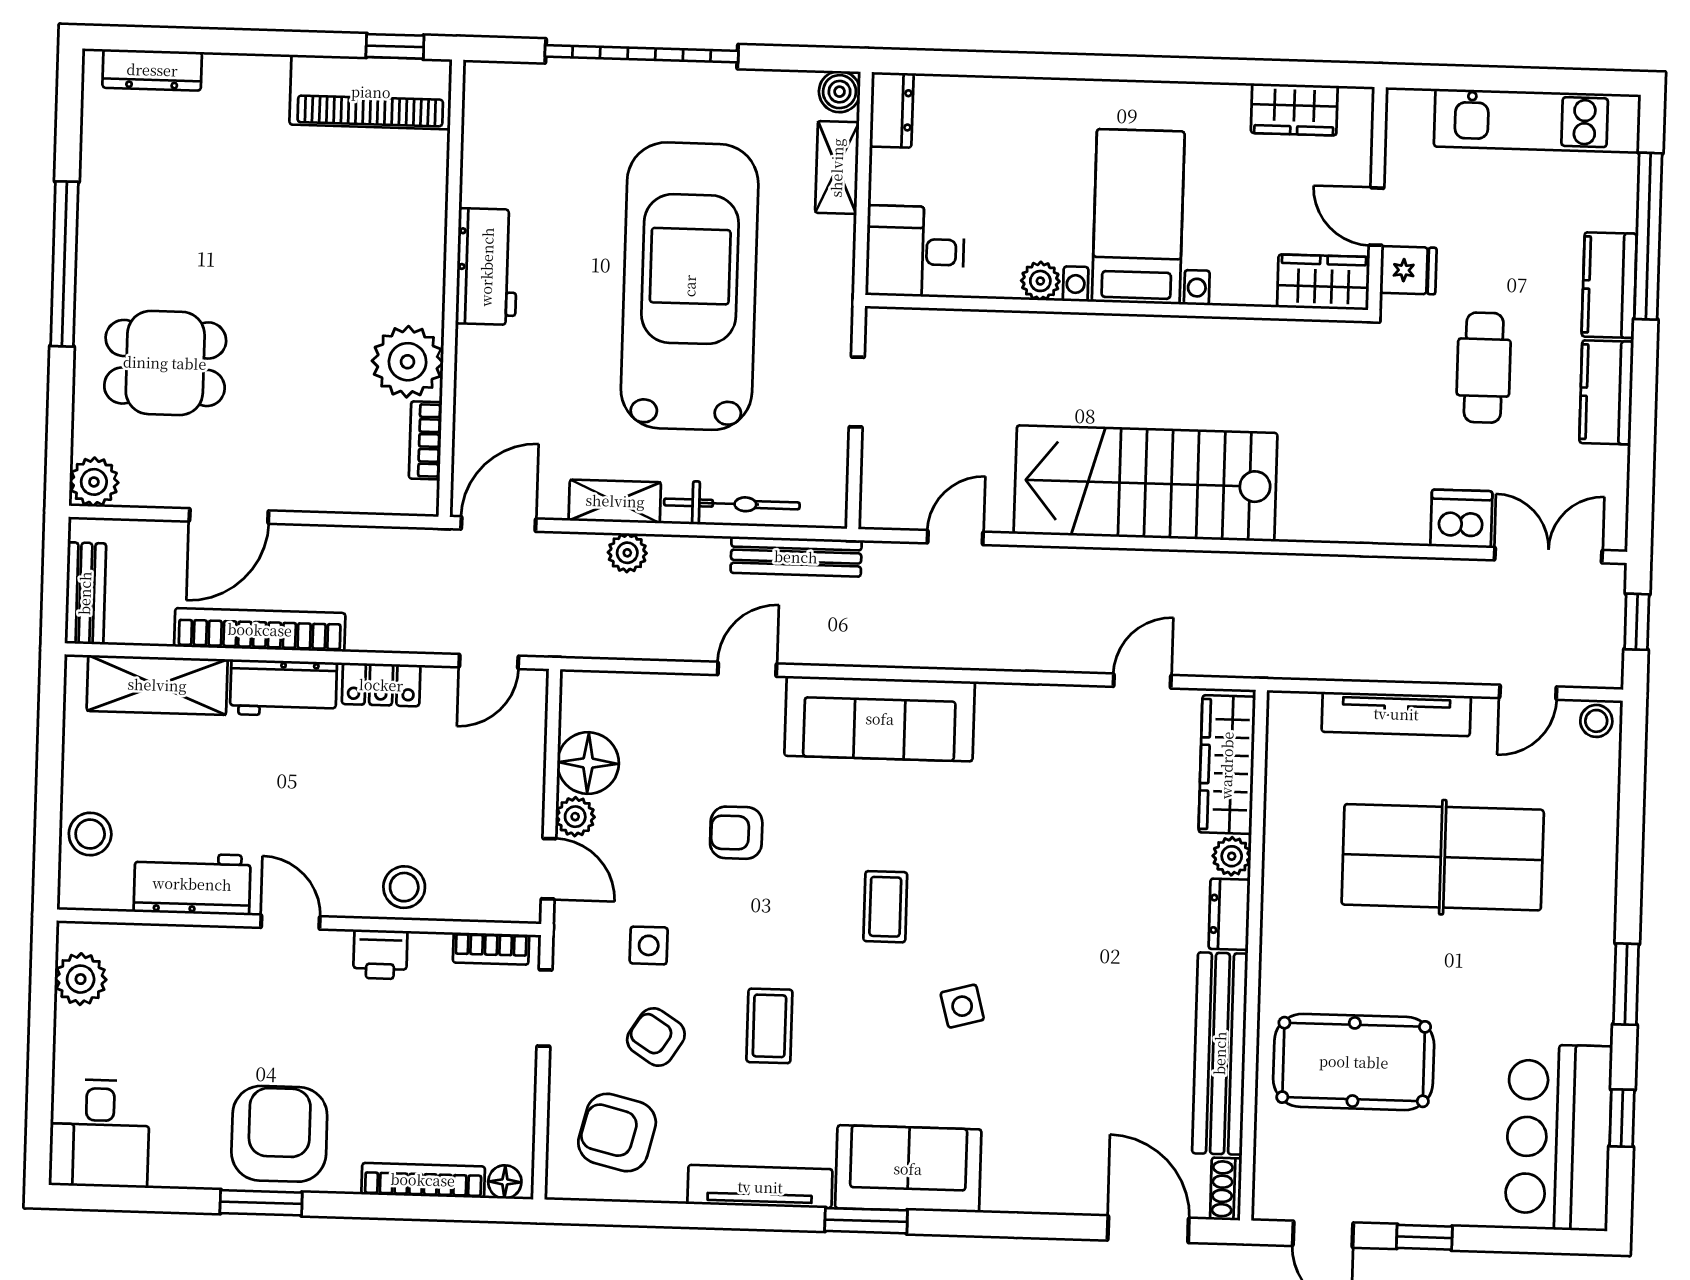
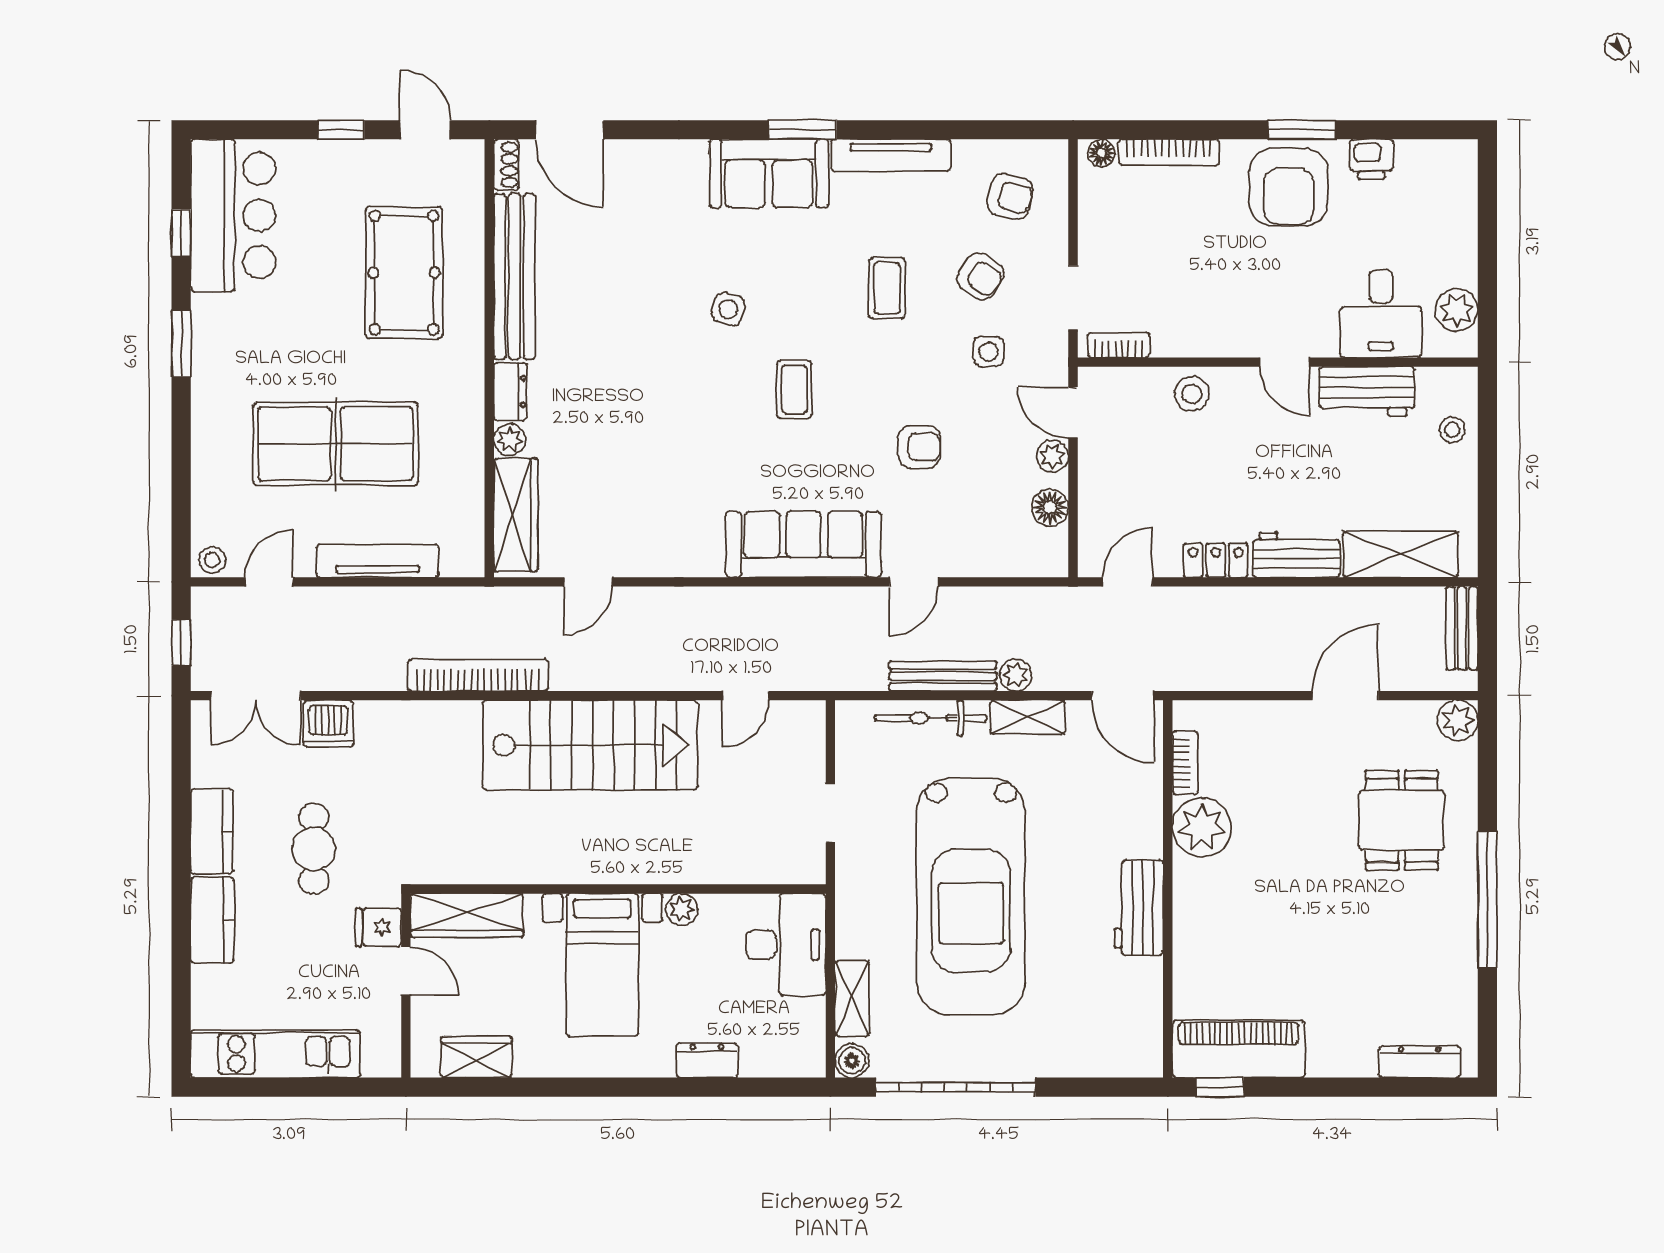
garage door: (642, 54) -> (956, 1087), moved
dresser: (892, 110) -> (707, 1060), moved, turned 90
window: (1648, 236) -> (181, 961), removed
desk: (915, 251) -> (786, 945), width x1.37
wardrobe: (1323, 282) -> (467, 915), width x1.50
dining table: (165, 363) -> (1402, 820), turned 90
door: (498, 524) -> (1123, 696), hinge flipped
bench: (796, 557) -> (943, 676), moved
bookcase: (260, 630) -> (478, 675), moved, turned 180
floor lamp: (588, 763) -> (1050, 508), width x0.73, depth x0.73
stool: (90, 834) -> (1452, 430), width x0.73, depth x0.73
printer: (380, 954) -> (1371, 159), moved, turned 180
side table: (962, 1006) -> (728, 309), turned 32
pool table: (1354, 1062) -> (404, 273), turned 90
desk: (99, 1133) -> (1381, 314), moved, turned 180
armchair: (617, 1133) -> (1010, 196), width x0.72, depth x0.72

